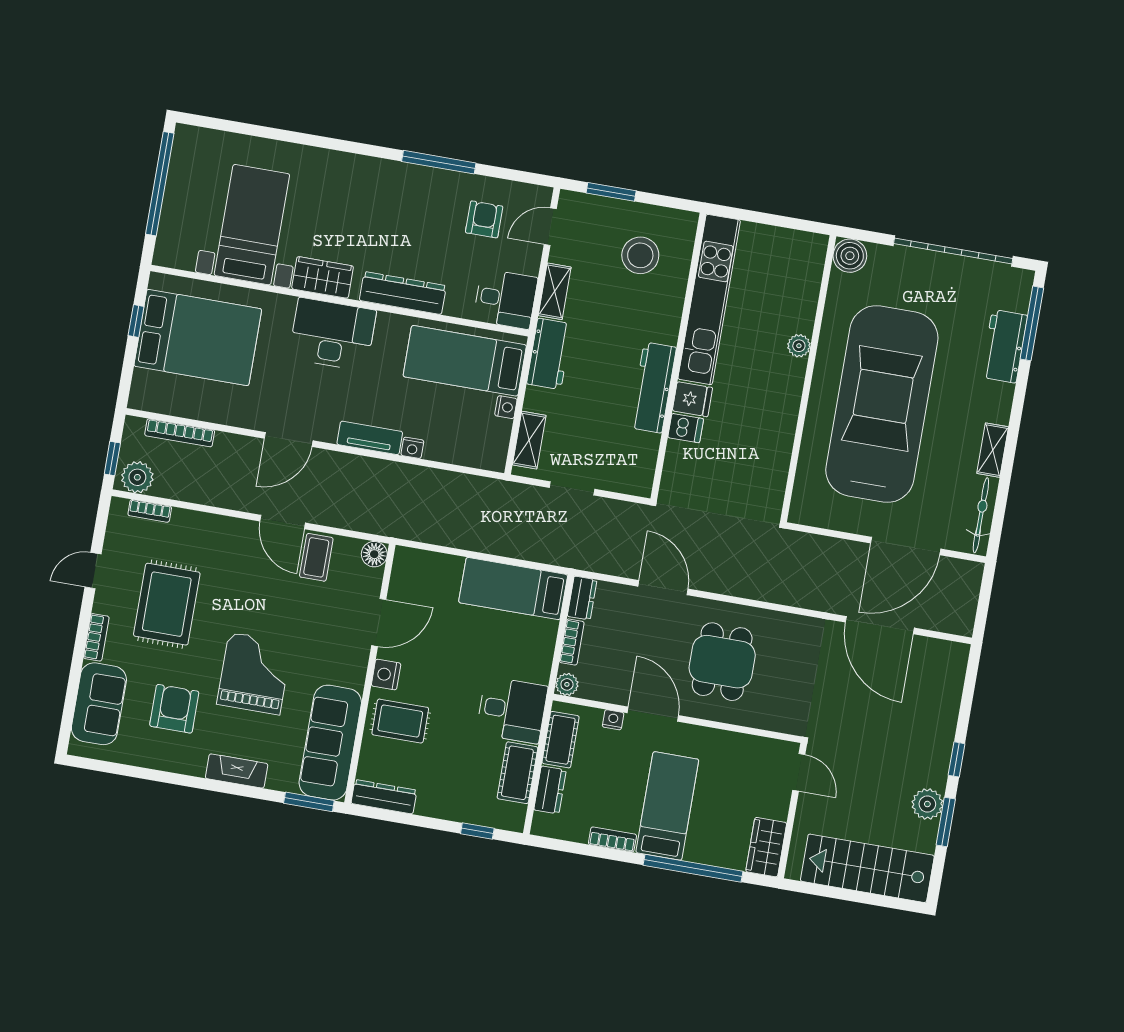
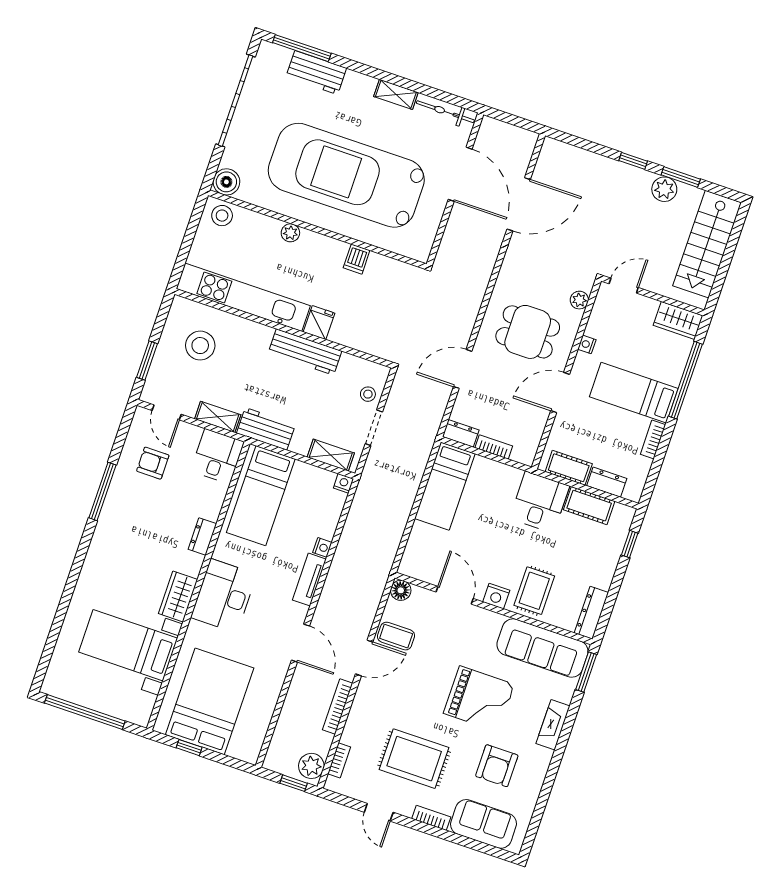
stool: (807, 257) -> (222, 216), added
dresser: (403, 293) -> (202, 536), width x0.51, depth x0.80
nightstand: (506, 407) -> (343, 483), moved
dishwasher: (686, 428) -> (357, 259), moved, turned 180
bookcase: (180, 433) -> (338, 707), moved, turned 180
stool: (613, 474) -> (368, 394), added
grand piano: (254, 673) -> (479, 699), turned 180
plant: (567, 684) -> (579, 300), moved
armchair: (174, 709) -> (497, 766), turned -90
nightstand: (613, 720) -> (587, 344), moved

